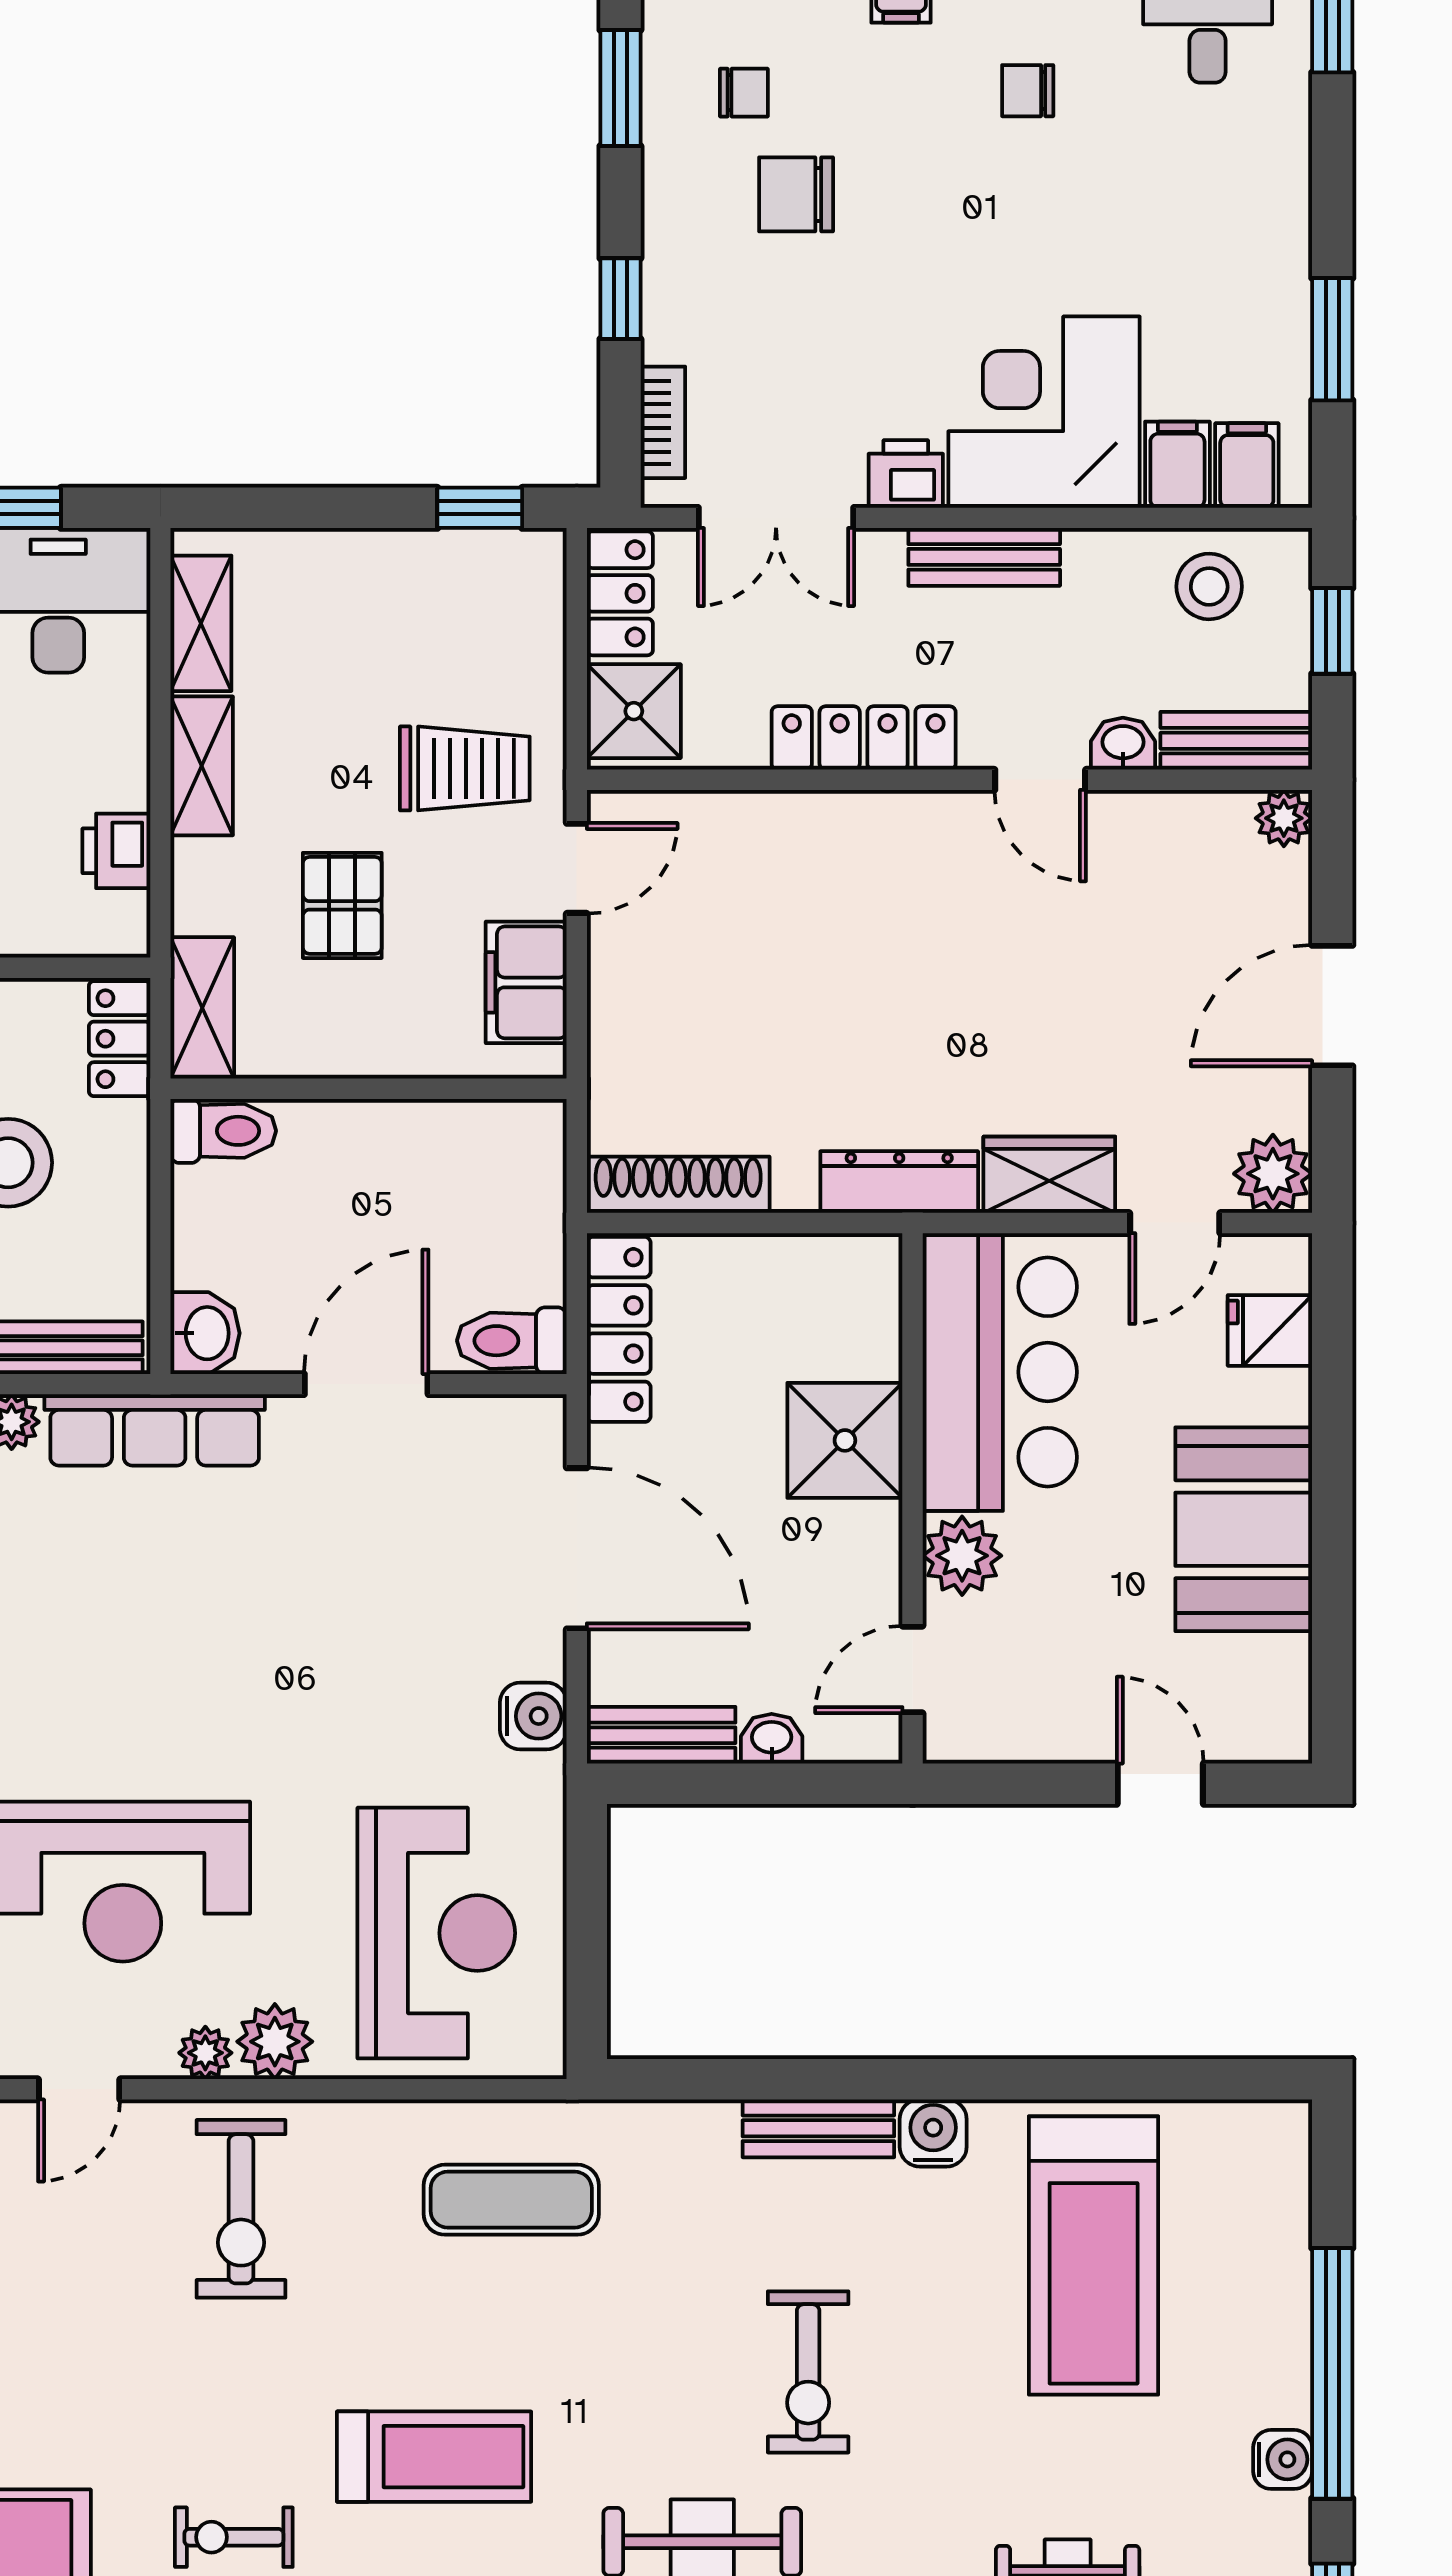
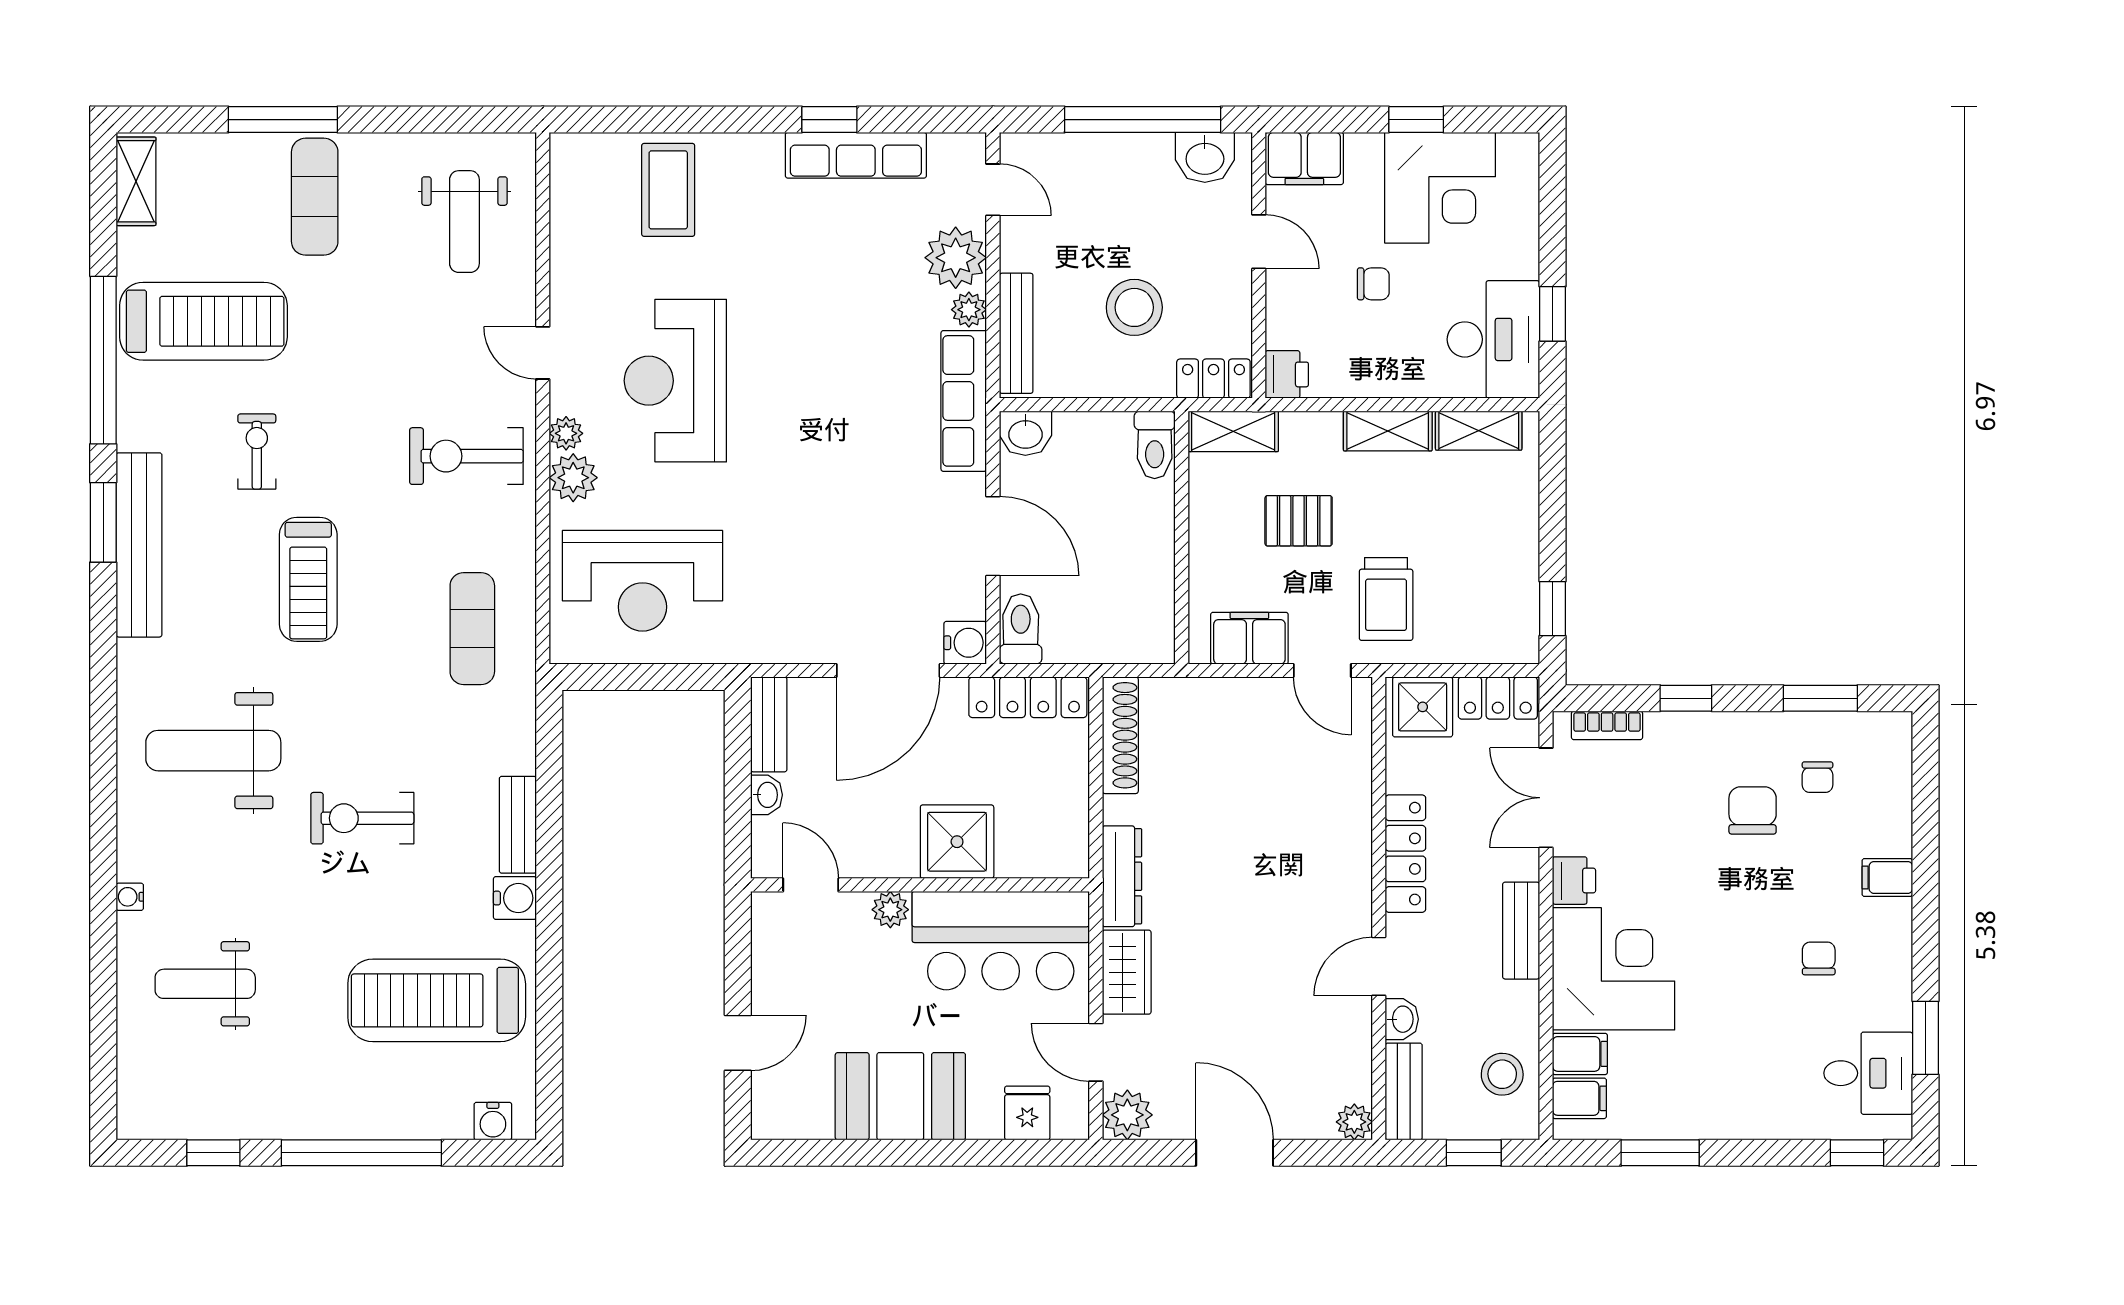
printer: (116, 851) -> (1287, 374), moved, turned 90
plant: (962, 1556) -> (890, 910), width x0.73, depth x0.73
water cooler: (533, 1716) -> (965, 643), moved, turned -90
water cooler: (1283, 2459) -> (493, 1121), moved

